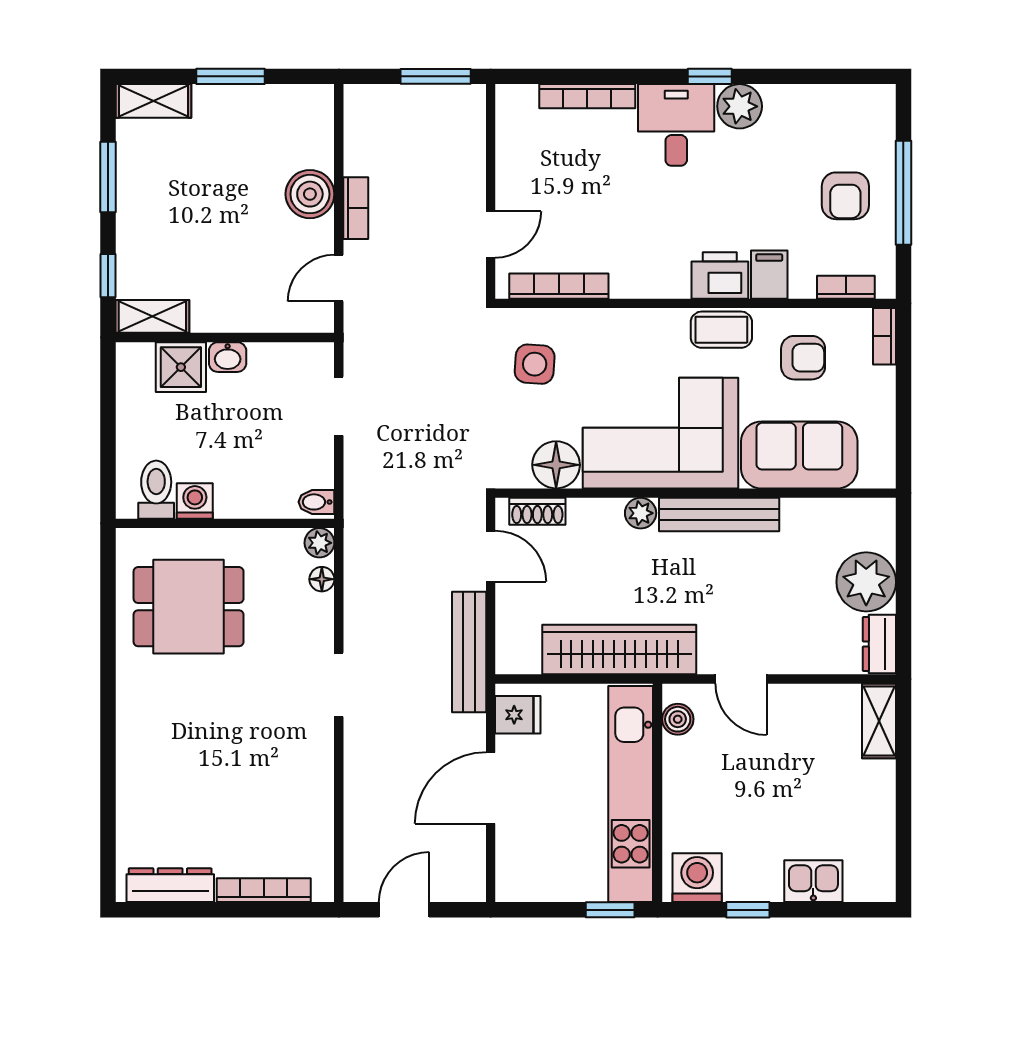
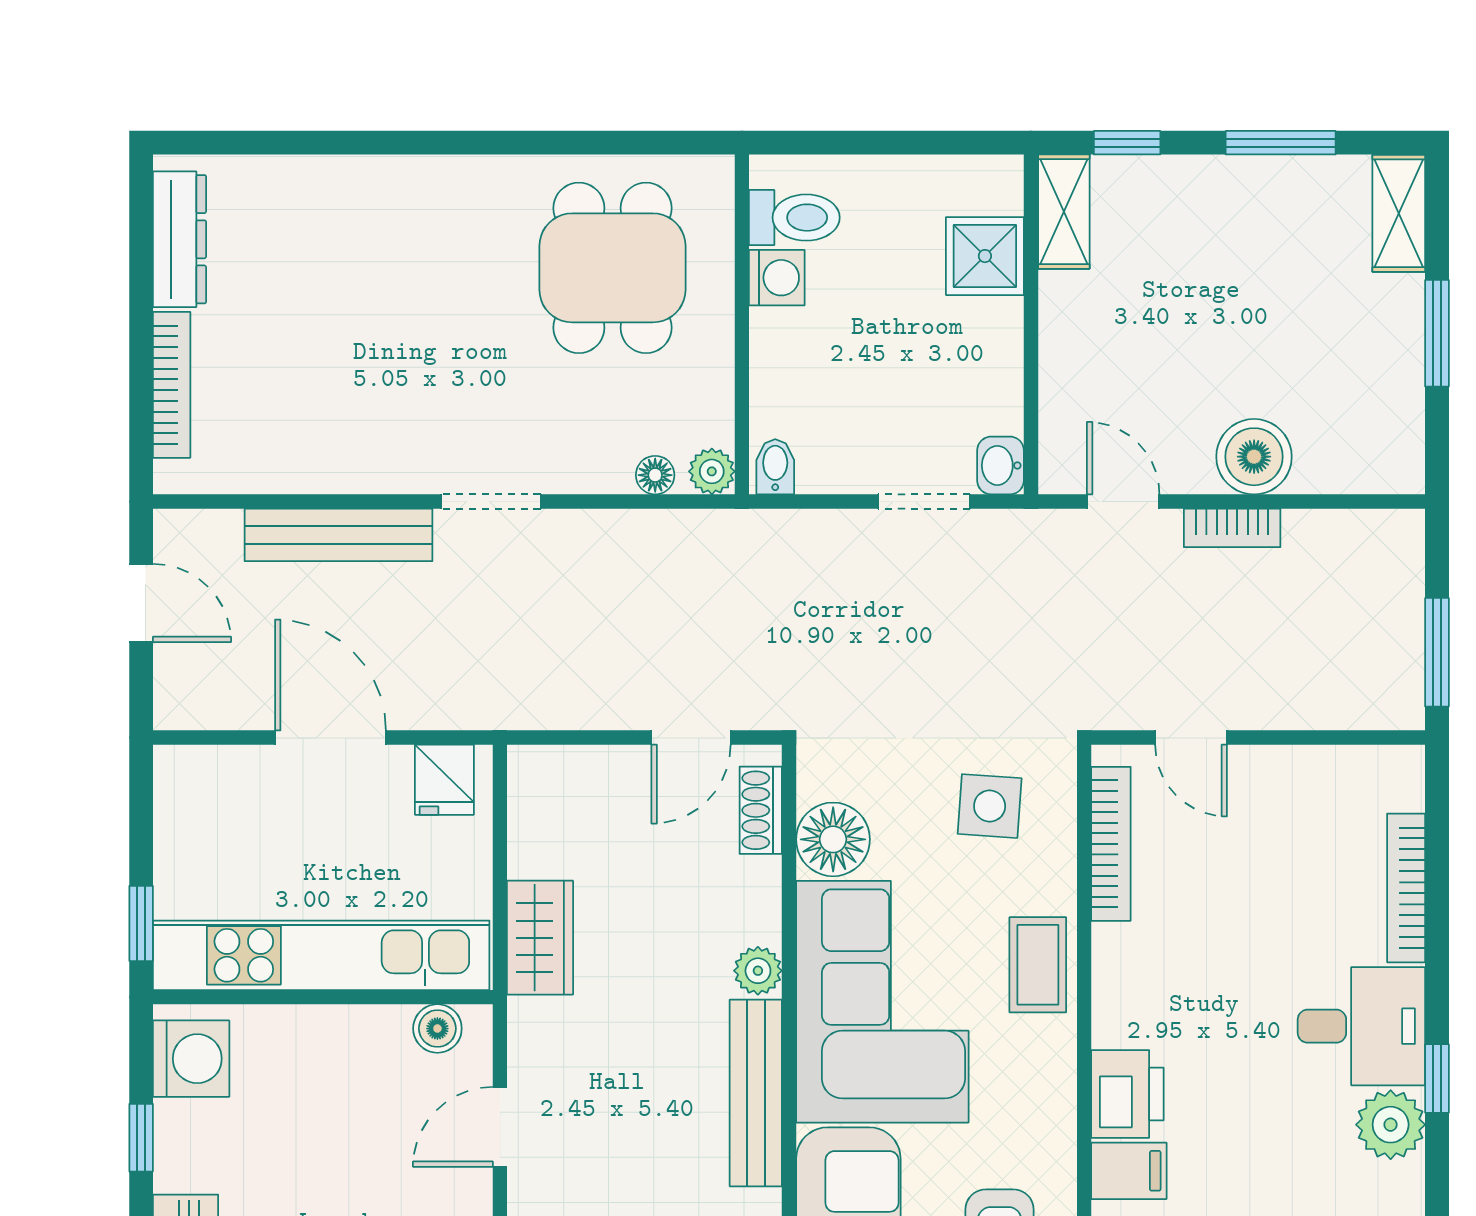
coffee table: (721, 330) -> (1038, 965), moved
washbasin: (228, 357) -> (1001, 465), moved
wardrobe: (619, 650) -> (540, 938), width x0.48, depth x0.85
bench: (469, 652) -> (339, 535), moved

